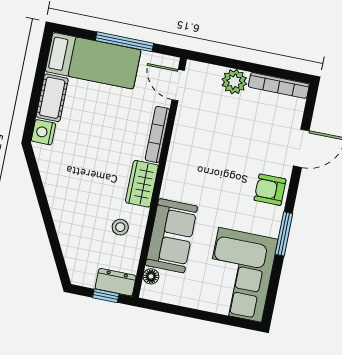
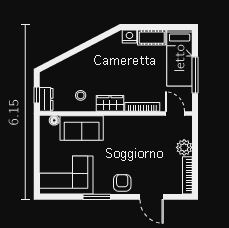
door: (178, 85) -> (175, 113), hinge flipped

